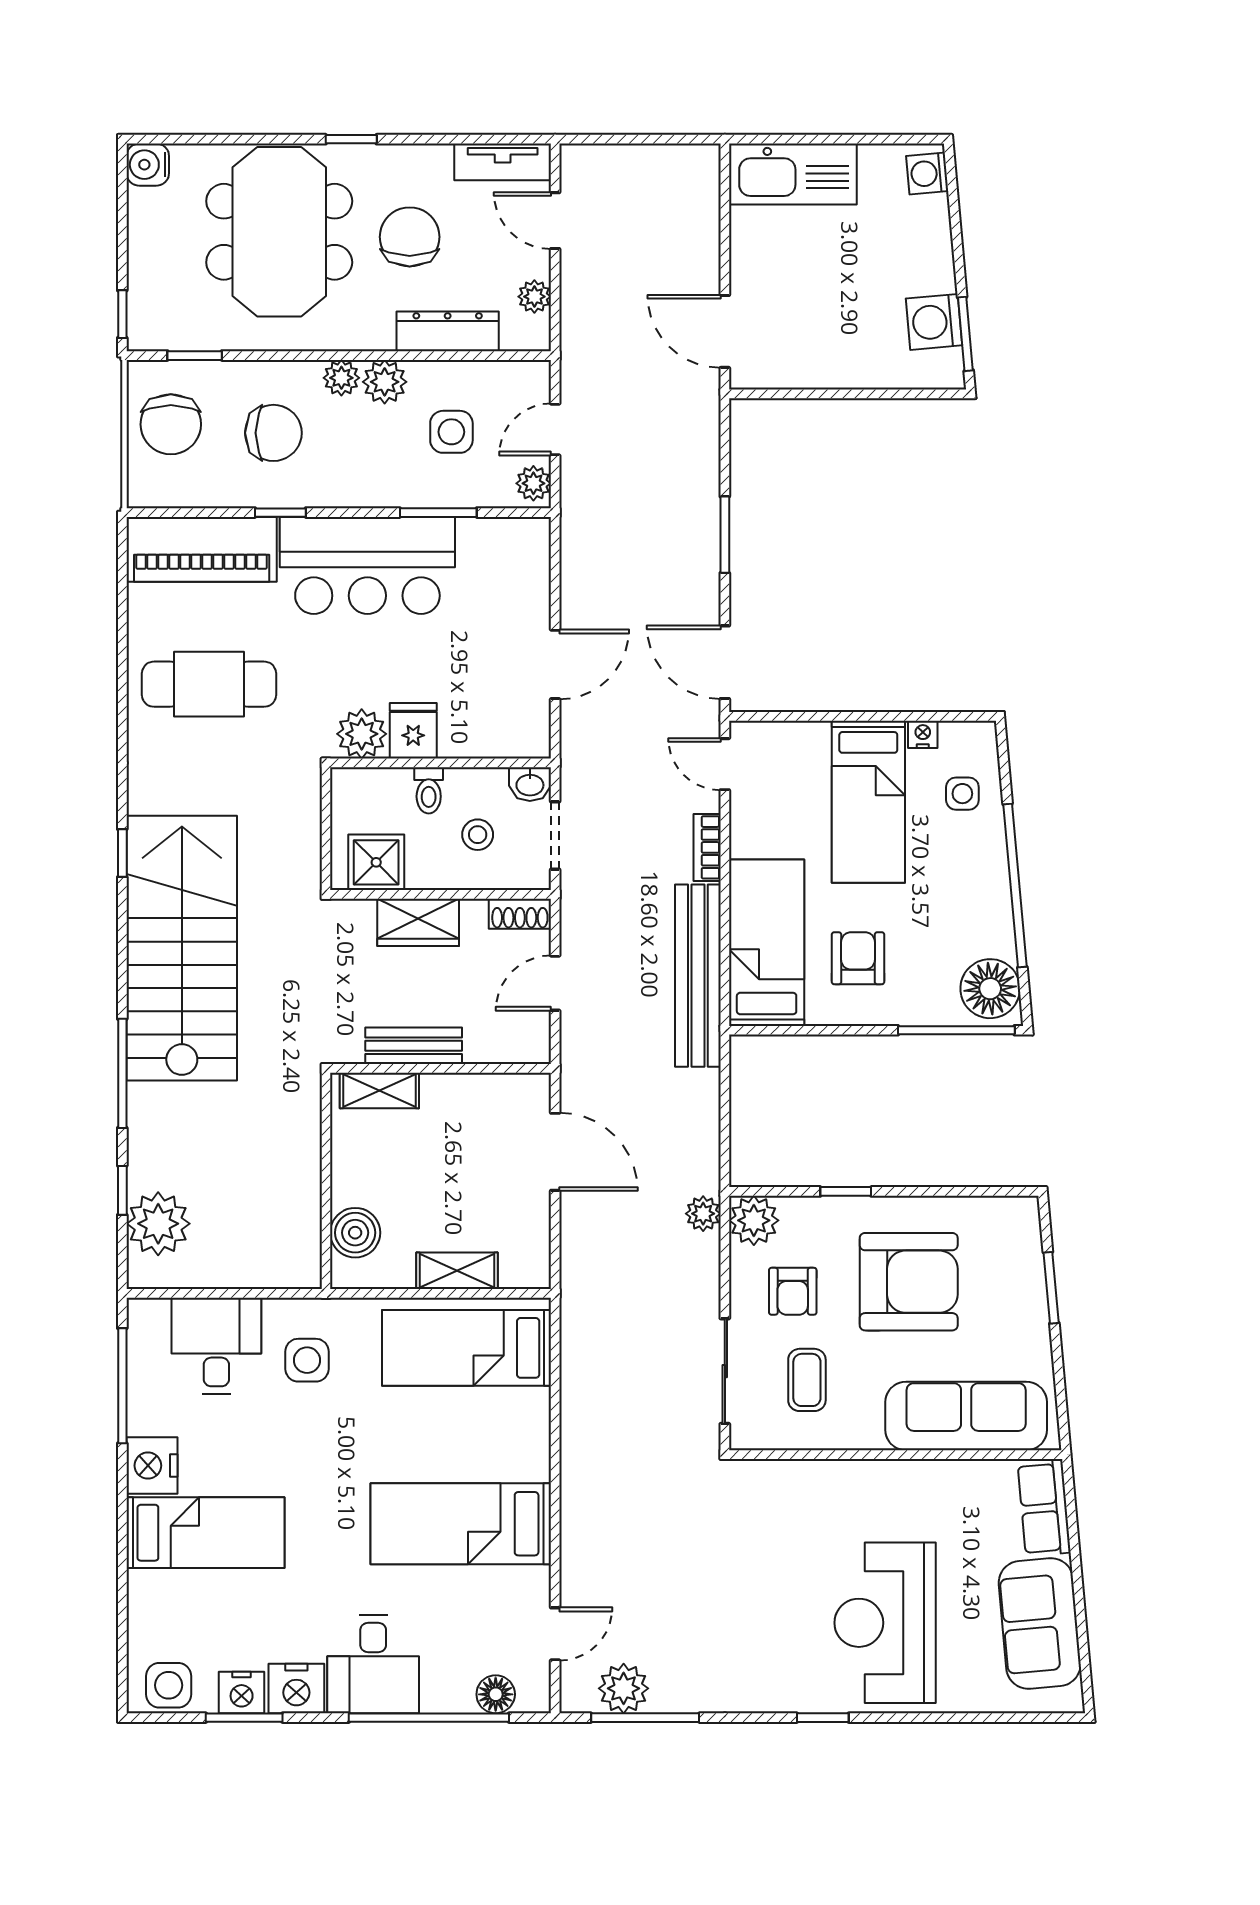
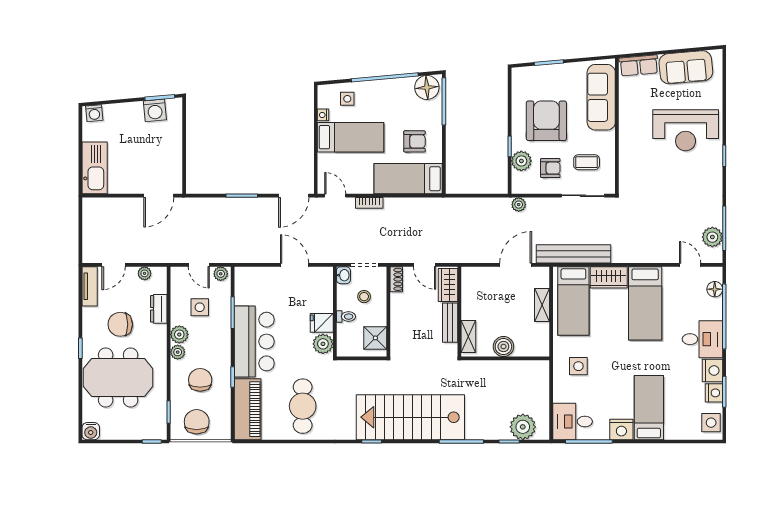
dresser: (448, 331) -> (159, 309), width x0.70
chair: (171, 424) -> (197, 422), turned -90
door: (725, 764) -> (335, 196), swing flipped
wardrobe: (418, 922) -> (448, 285), moved, turned 180
armchair: (858, 958) -> (414, 141), turned 180
bench: (698, 976) -> (574, 254), moved
door: (555, 1152) -> (516, 265), moved
plant: (754, 1220) -> (521, 161), moved
boiler: (355, 1233) -> (503, 347), moved
desk: (216, 1346) -> (573, 421), moved
wardrobe: (525, 1434) -> (609, 277), added

